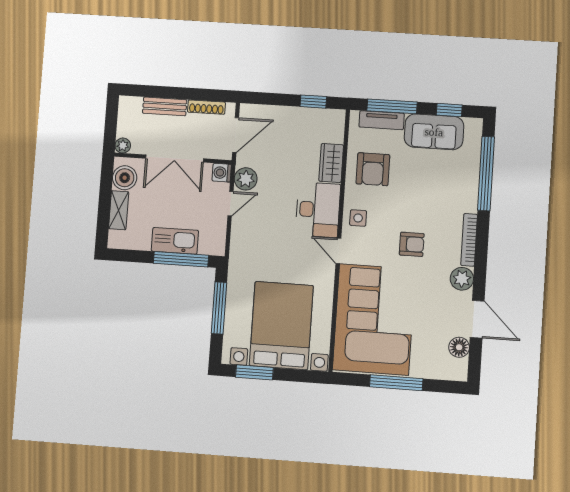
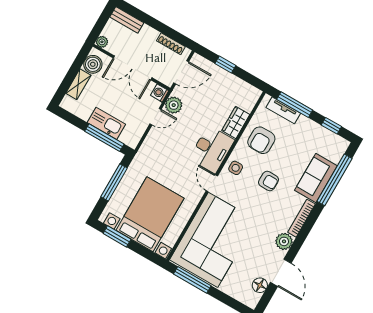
window: (313, 102) -> (225, 65), moved
bench: (165, 106) -> (127, 20), moved
sofa: (434, 132) -> (316, 178), moved, turned 90
armchair: (412, 244) -> (268, 181), moved
window: (396, 383) -> (192, 280), moved

